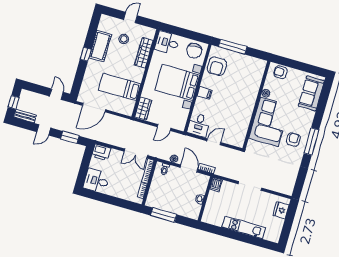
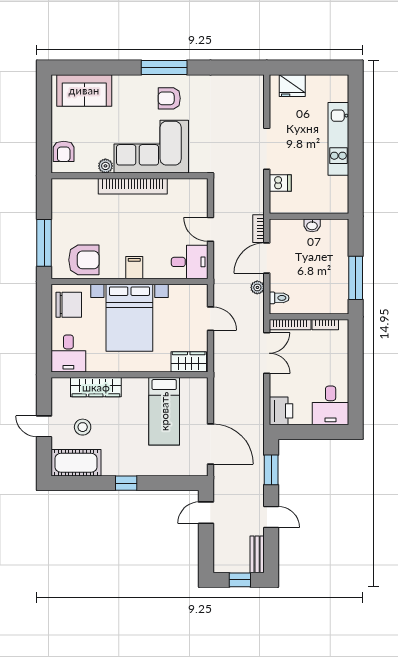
cot: (100, 46) -> (76, 463), moved
bookcase: (250, 105) -> (133, 186), added
dishwasher: (216, 184) -> (280, 183), moved

